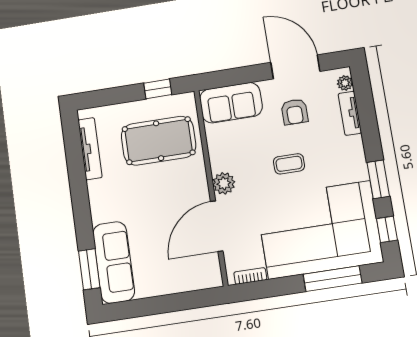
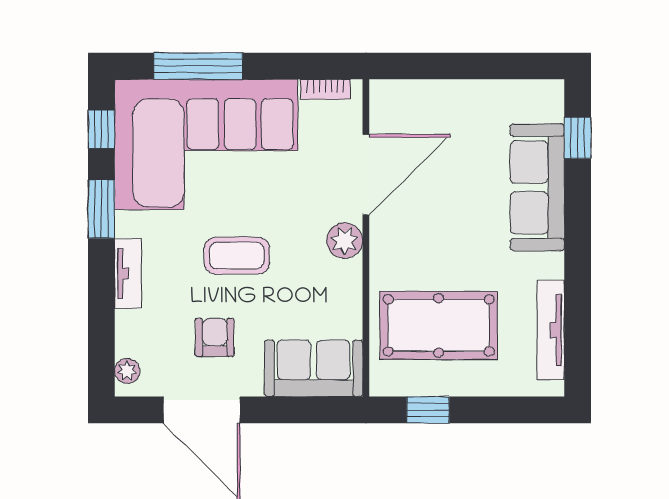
tv unit: (350, 113) -> (128, 274), moved
coffee table: (289, 164) -> (237, 256), width x1.36, depth x1.30
sofa: (114, 262) -> (537, 187), moved
window: (89, 269) -> (578, 138), width x0.67

